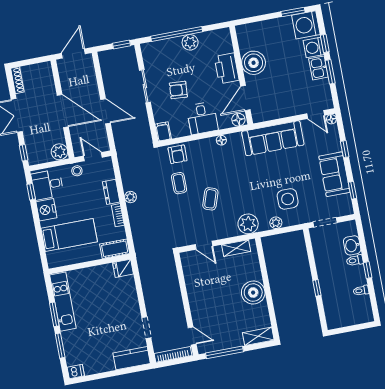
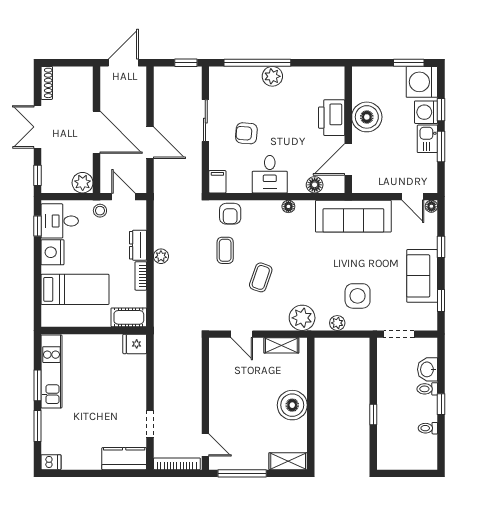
boiler: (254, 63) -> (367, 117), moved
printer: (227, 68) -> (332, 118), moved
wall: (241, 75) -> (348, 130), moved
door: (245, 98) -> (348, 159), moved

